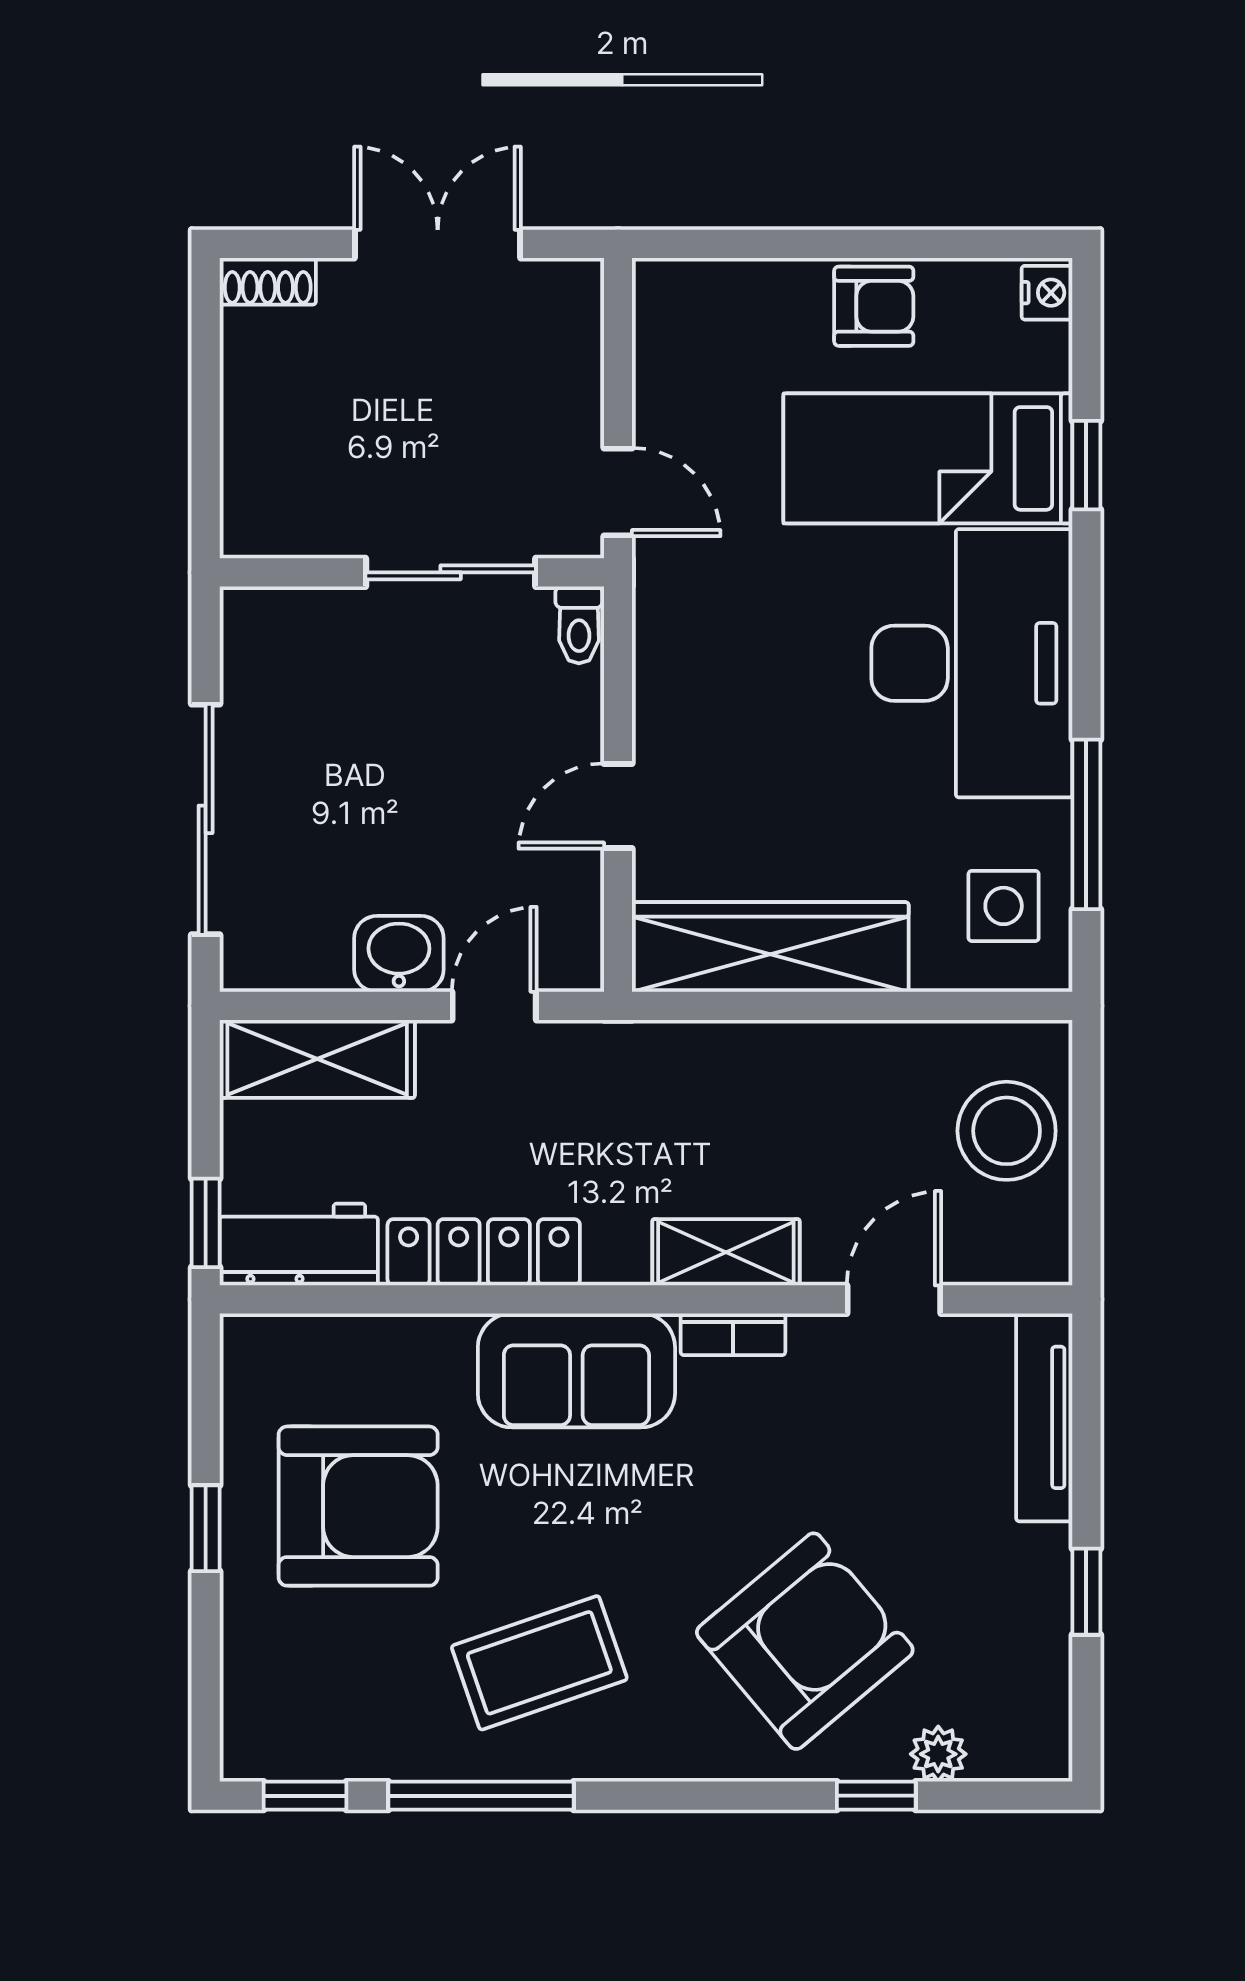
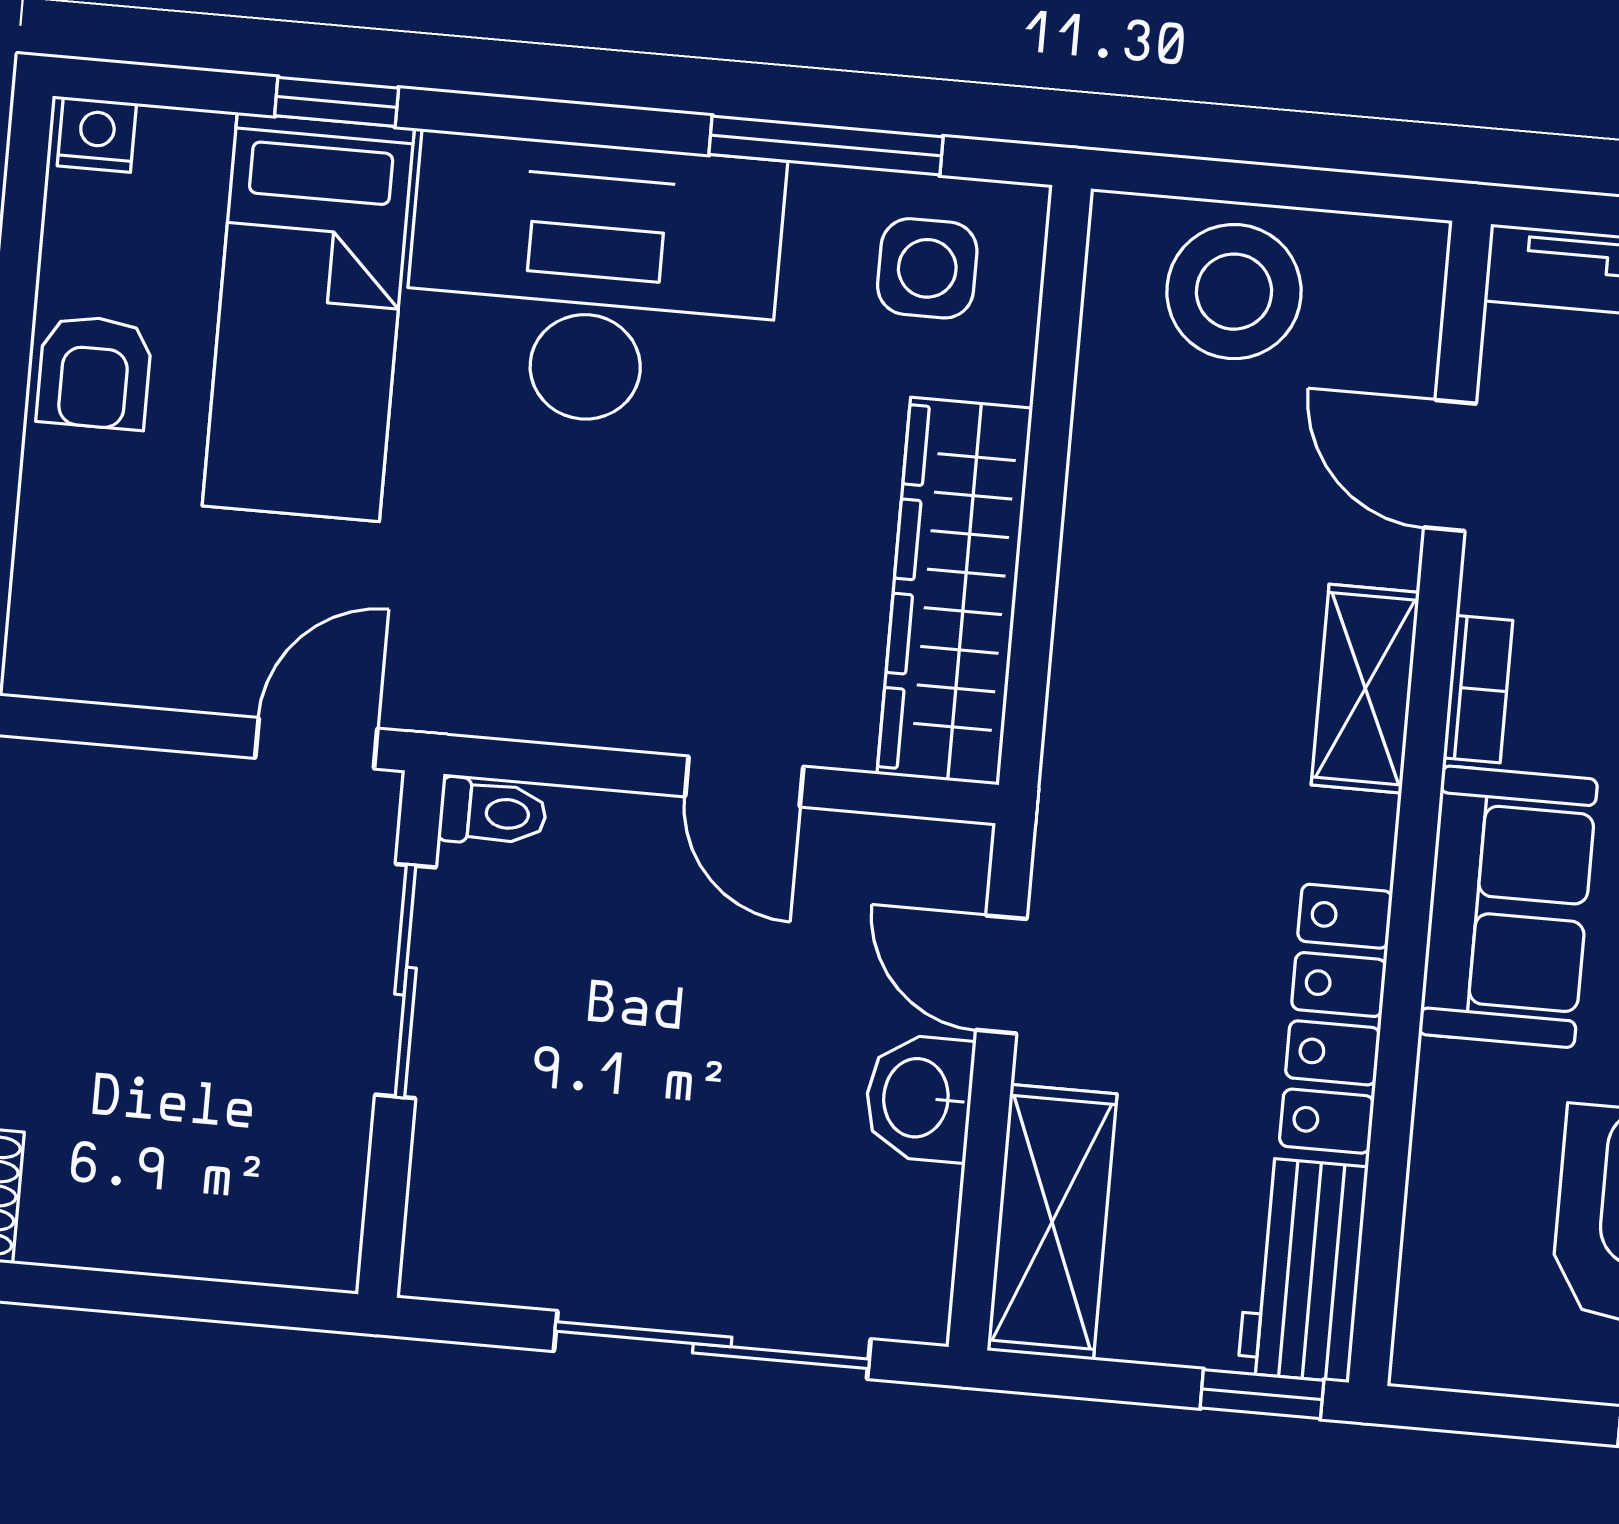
armchair: (874, 306) -> (94, 372), turned 180

